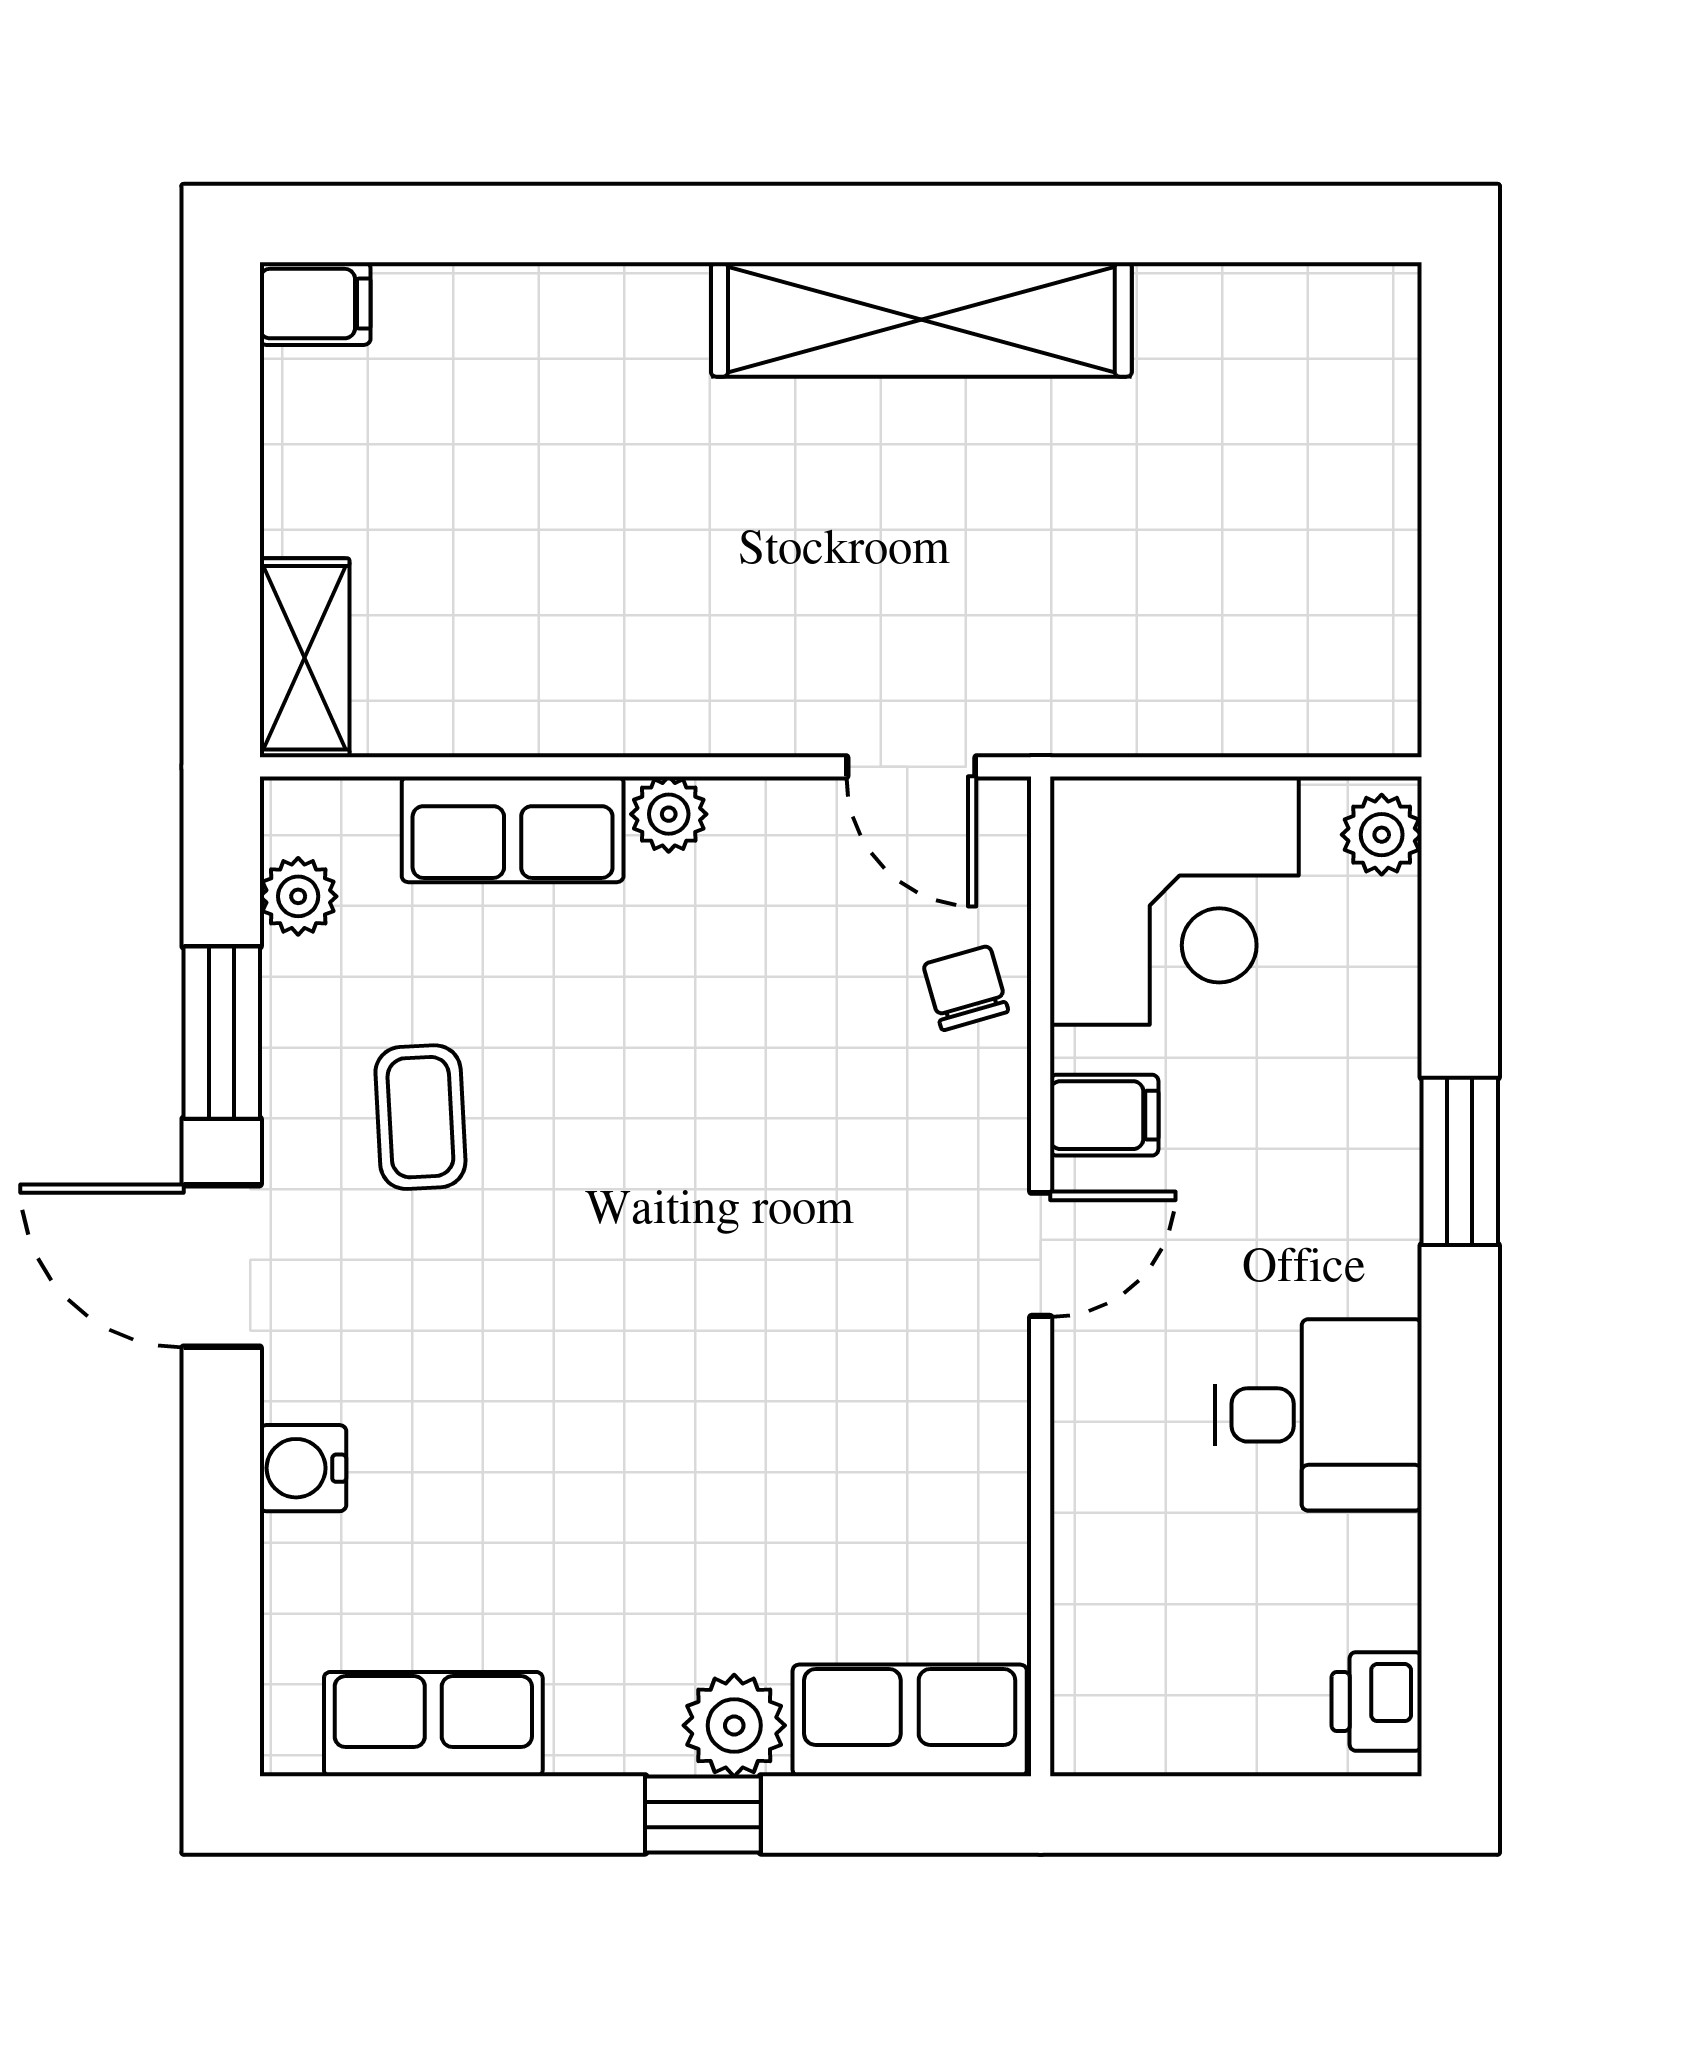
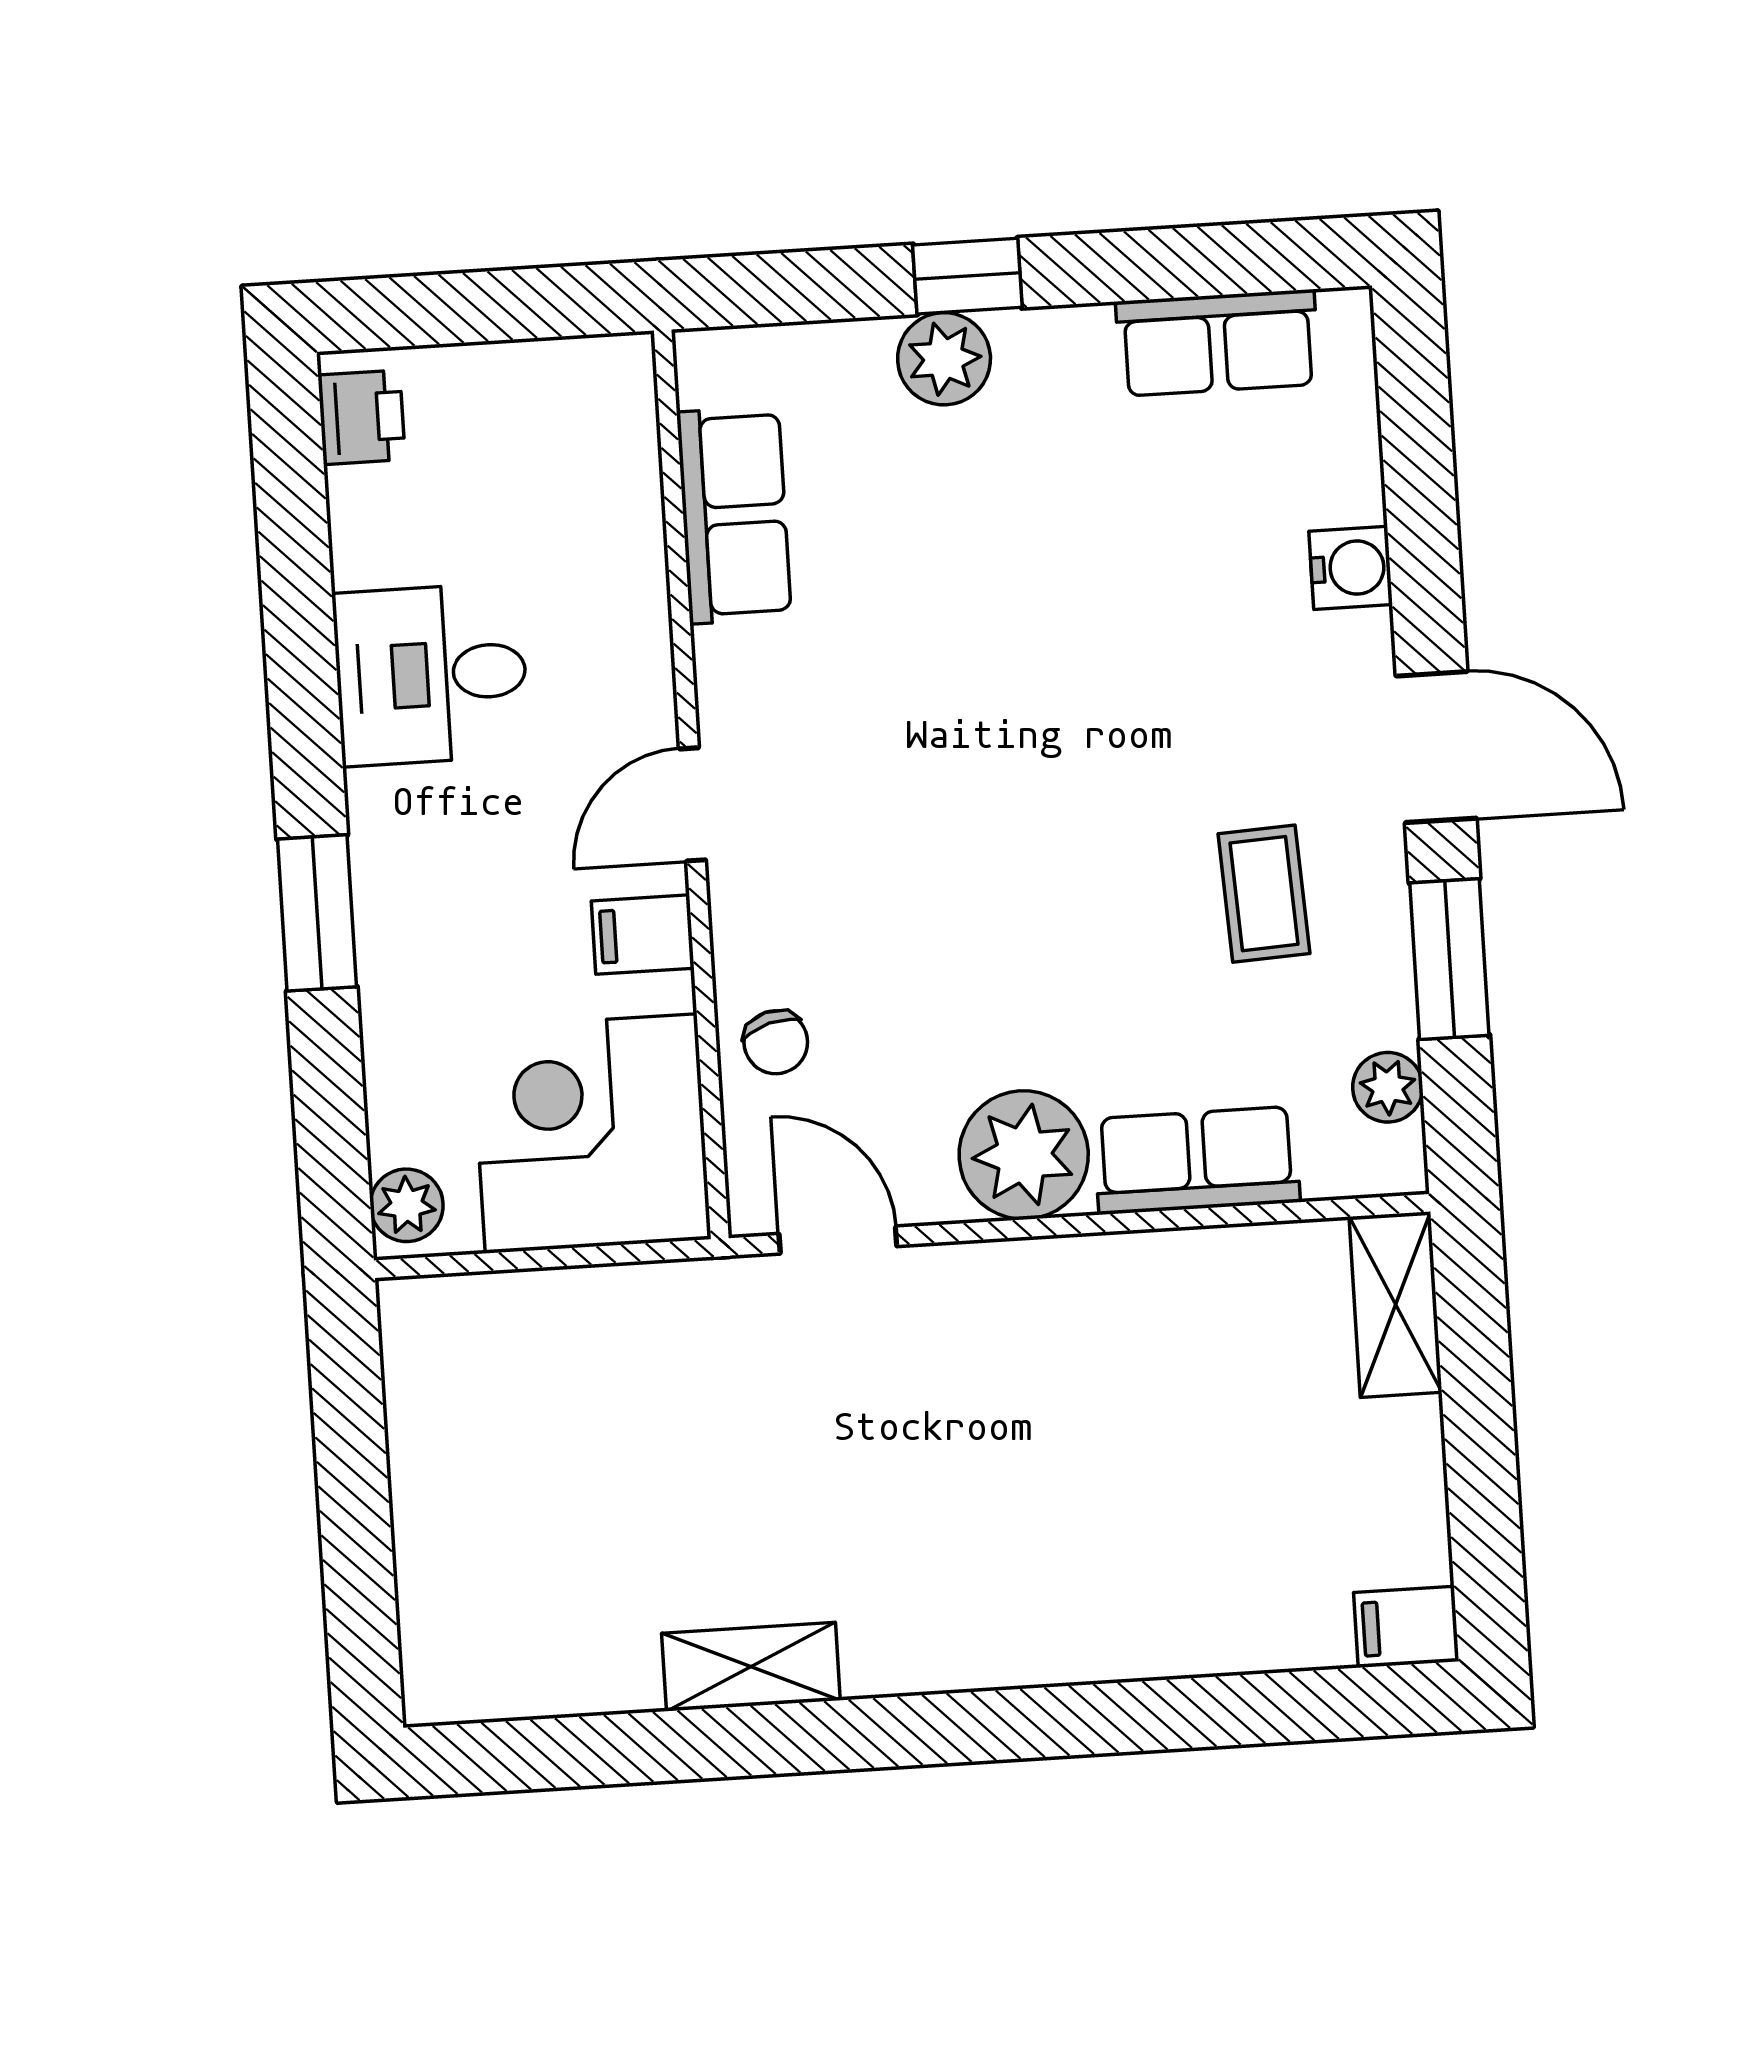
shelving: (921, 319) -> (751, 1667), width x0.45, depth x0.75
plant: (669, 814) -> (1024, 1155), width x1.87, depth x1.87
row of seats: (910, 1720) -> (734, 515), moved, turned -90

